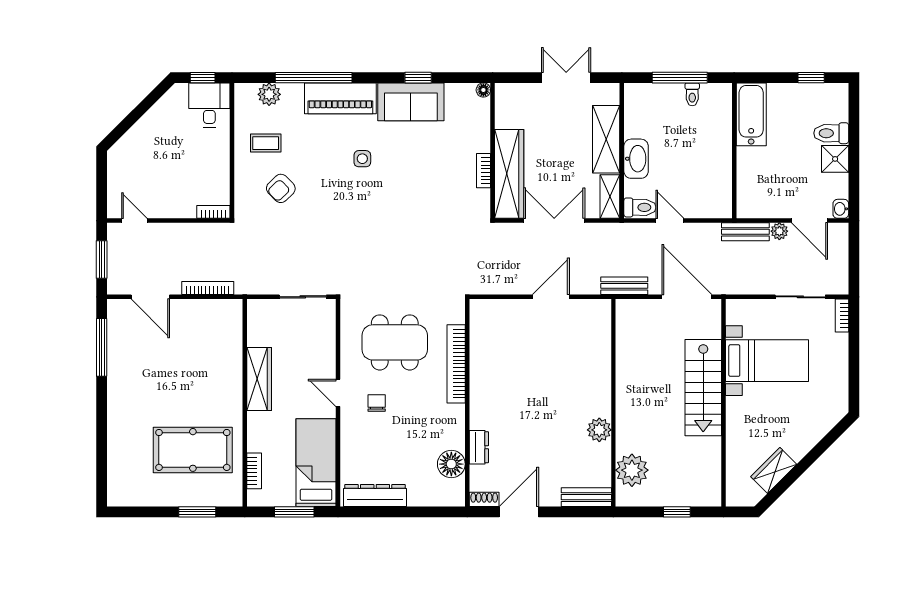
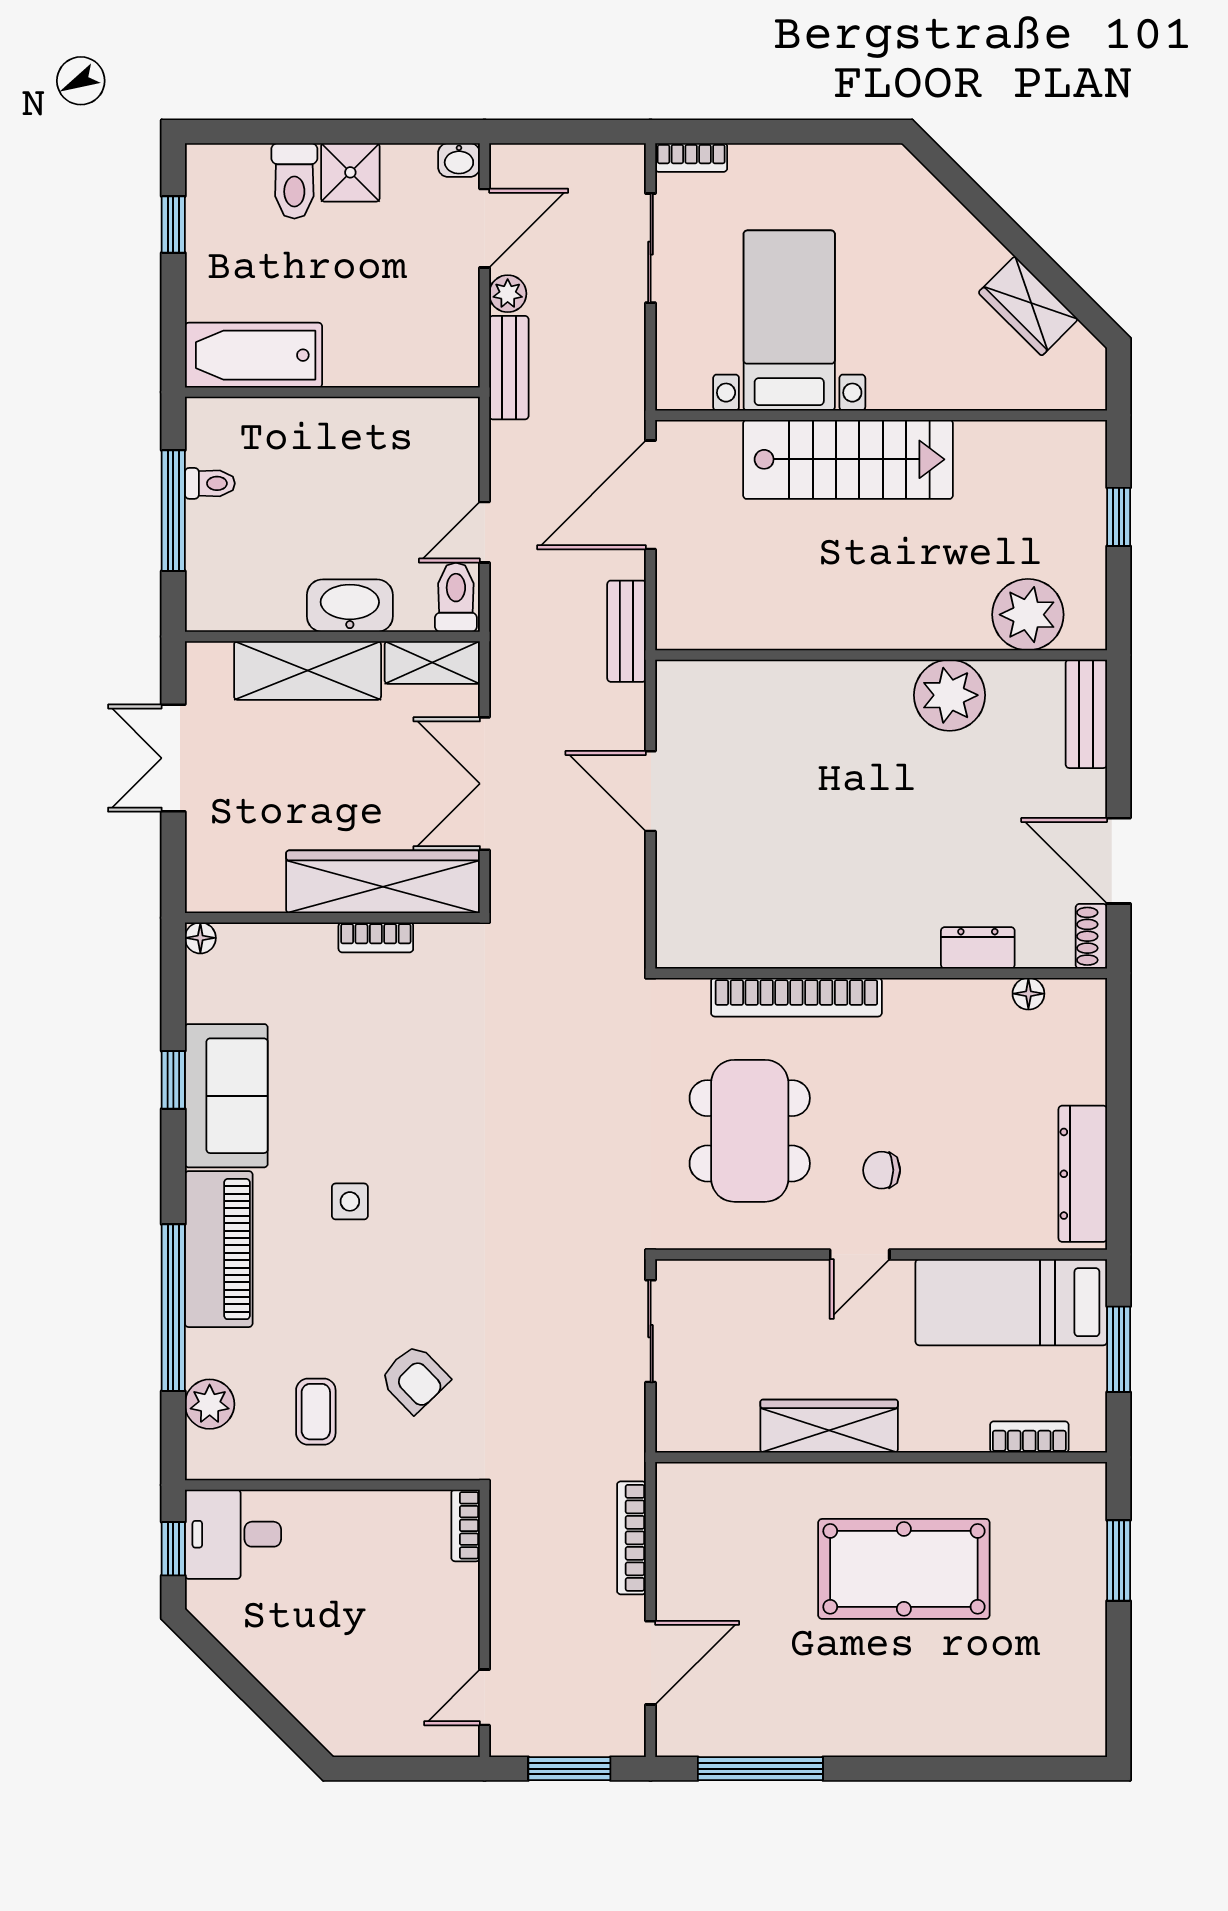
plant: (599, 430) -> (950, 695), width x1.36, depth x1.36
pool table: (193, 450) -> (904, 1569), moved, turned 90
floor lamp: (451, 464) -> (1028, 994), width x0.53, depth x0.53

